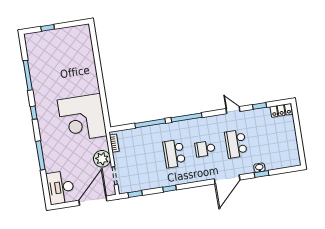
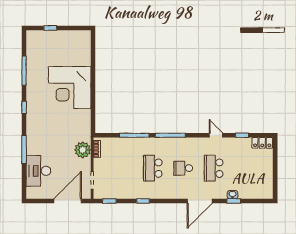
corner desk: (82, 118) -> (70, 88), moved
plant: (102, 159) -> (83, 150), moved
desk: (60, 187) -> (38, 171), moved

